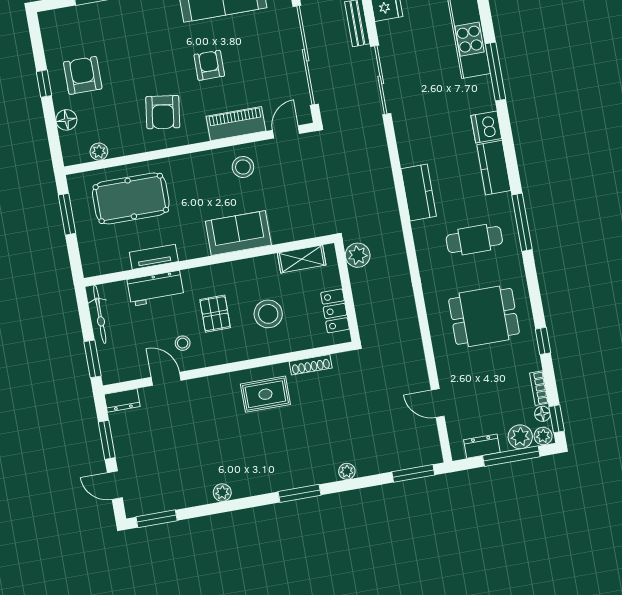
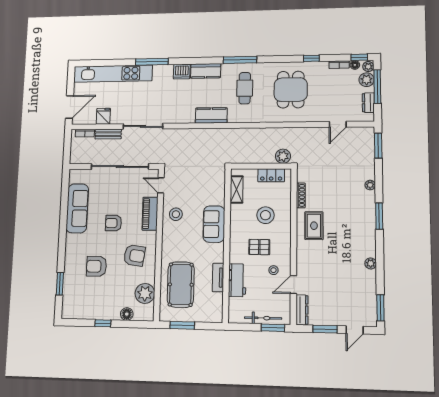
armchair: (83, 75) -> (97, 266), moved
plant: (99, 152) -> (145, 293), width x1.88, depth x1.88
plant: (358, 255) -> (283, 156), moved
bicycle: (100, 314) -> (263, 318), moved
dresser: (122, 400) -> (302, 310), width x1.44

